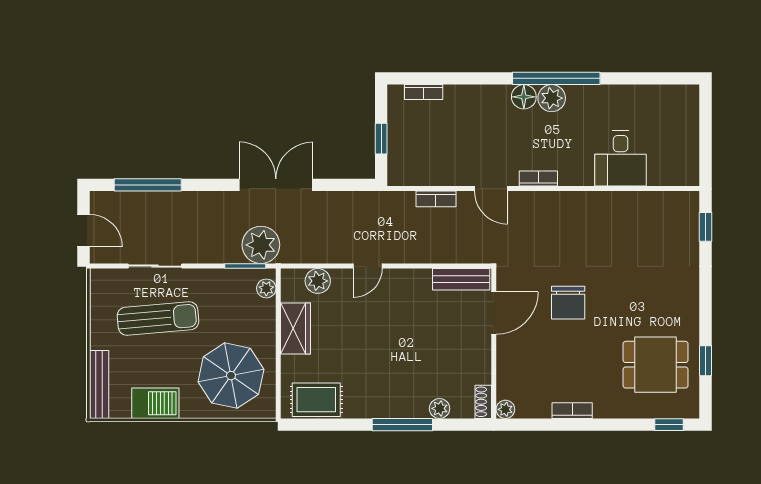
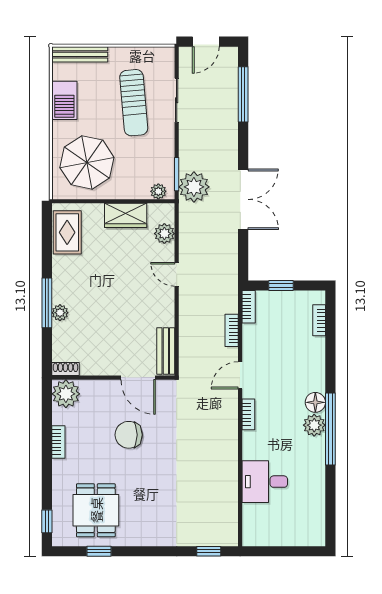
bookcase: (407, 178) -> (249, 307), added
chair: (568, 303) -> (129, 435), moved
plant: (440, 408) -> (60, 313), moved
plant: (505, 409) -> (66, 394), width x1.87, depth x1.87

